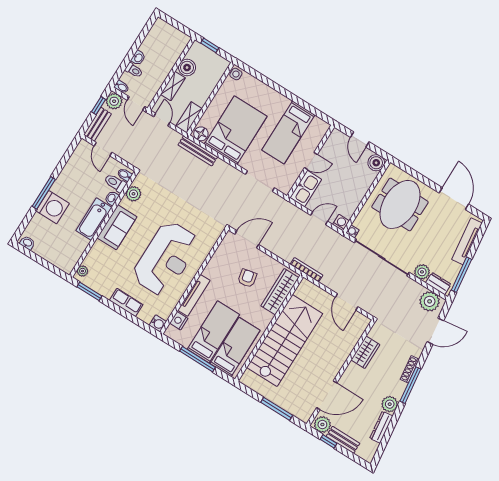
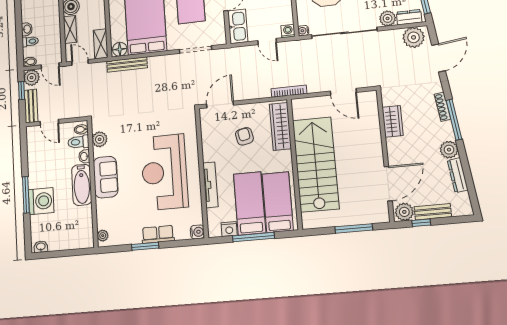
door: (319, 218) -> (267, 41), swing flipped
reception desk: (166, 259) -> (164, 172), turned 180
window: (89, 291) -> (145, 246), moved
nightstand: (179, 321) -> (229, 229), moved, turned -90

